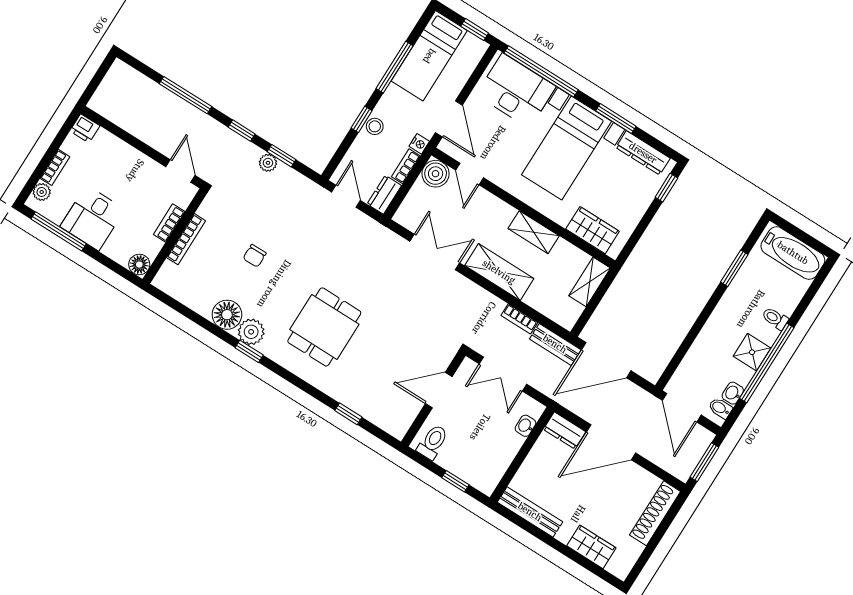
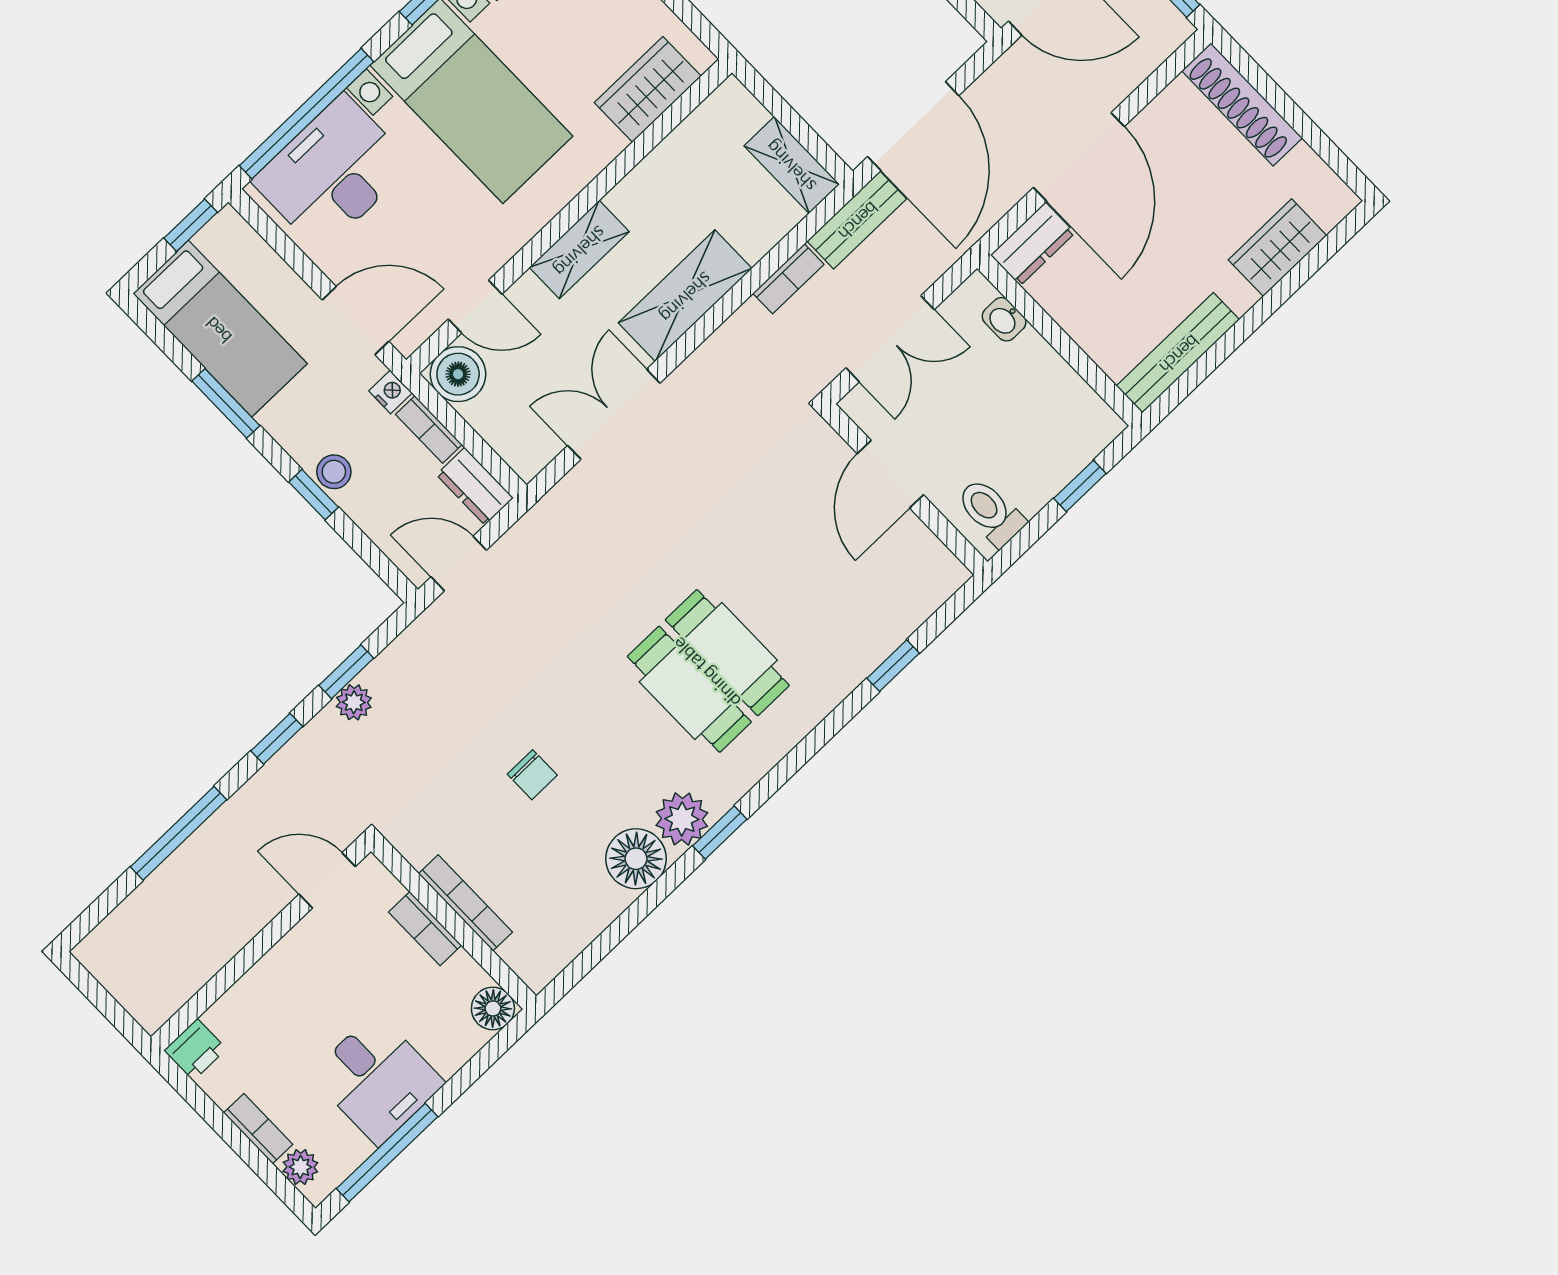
window: (394, 67) -> (226, 403), width x0.69
shelving: (534, 232) -> (579, 250), moved
shelving: (590, 282) -> (792, 165), moved

